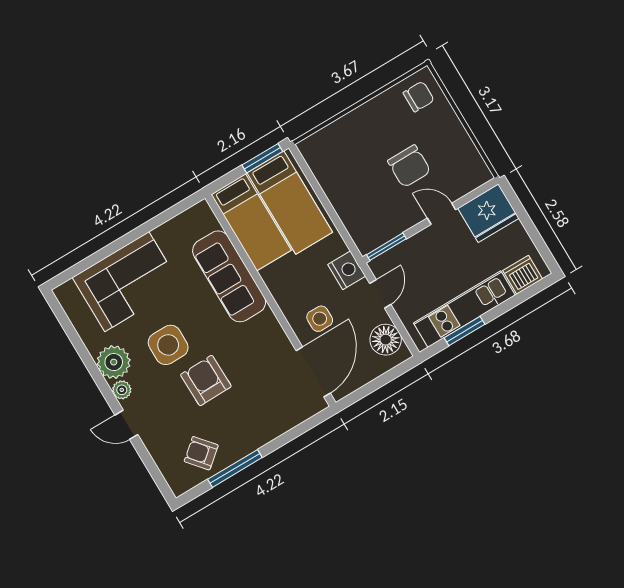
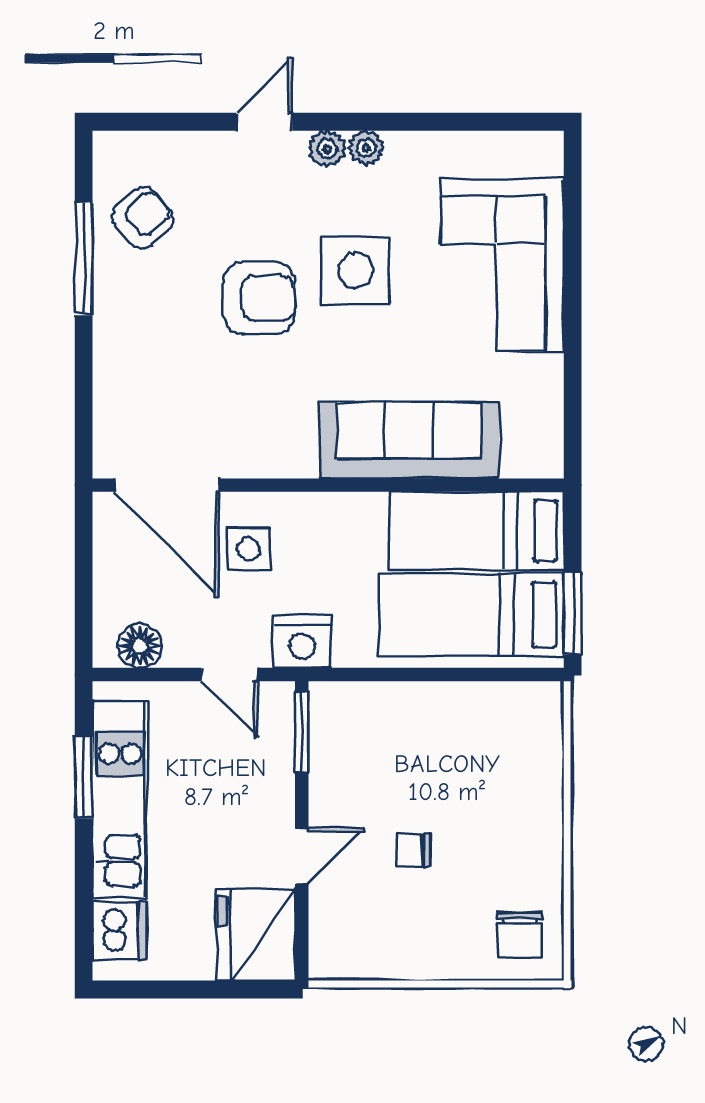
chair: (409, 166) -> (413, 850), width x0.54, depth x0.54
floor lamp: (386, 340) -> (140, 646), width x0.73, depth x0.73
plant: (114, 362) -> (366, 148), width x0.53, depth x0.53

